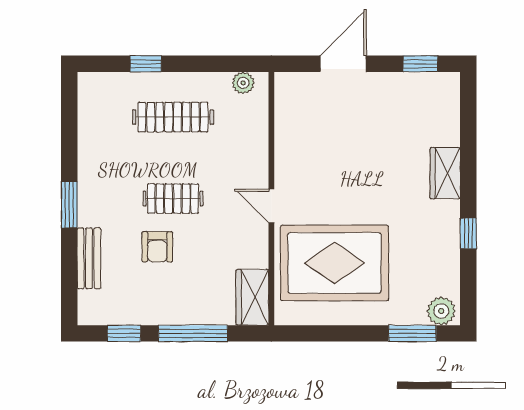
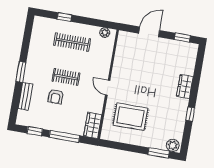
rug: (335, 263) -> (131, 117), width x0.73, depth x0.69

